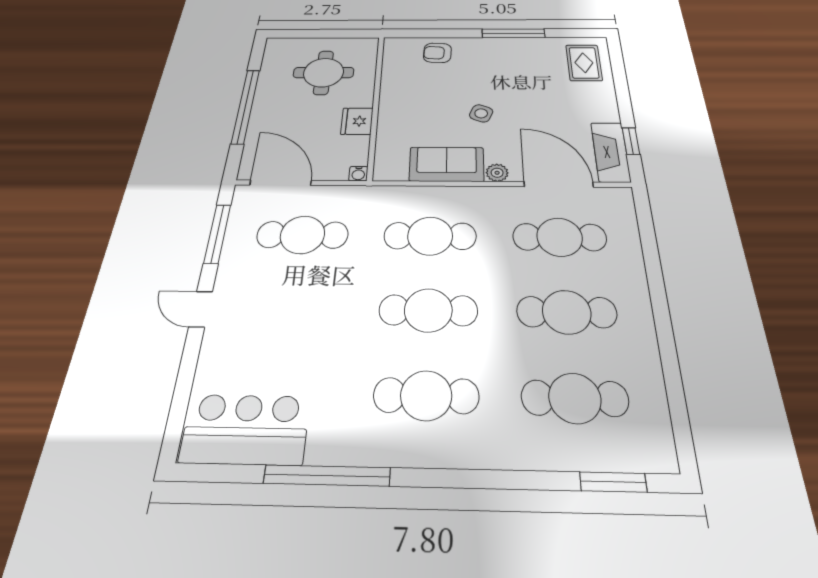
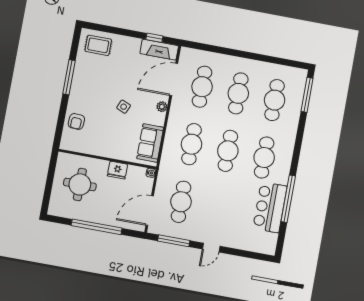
sofa: (447, 164) -> (150, 143), moved
bar counter: (245, 429) -> (270, 207), moved
window: (613, 482) -> (307, 95), width x1.44

